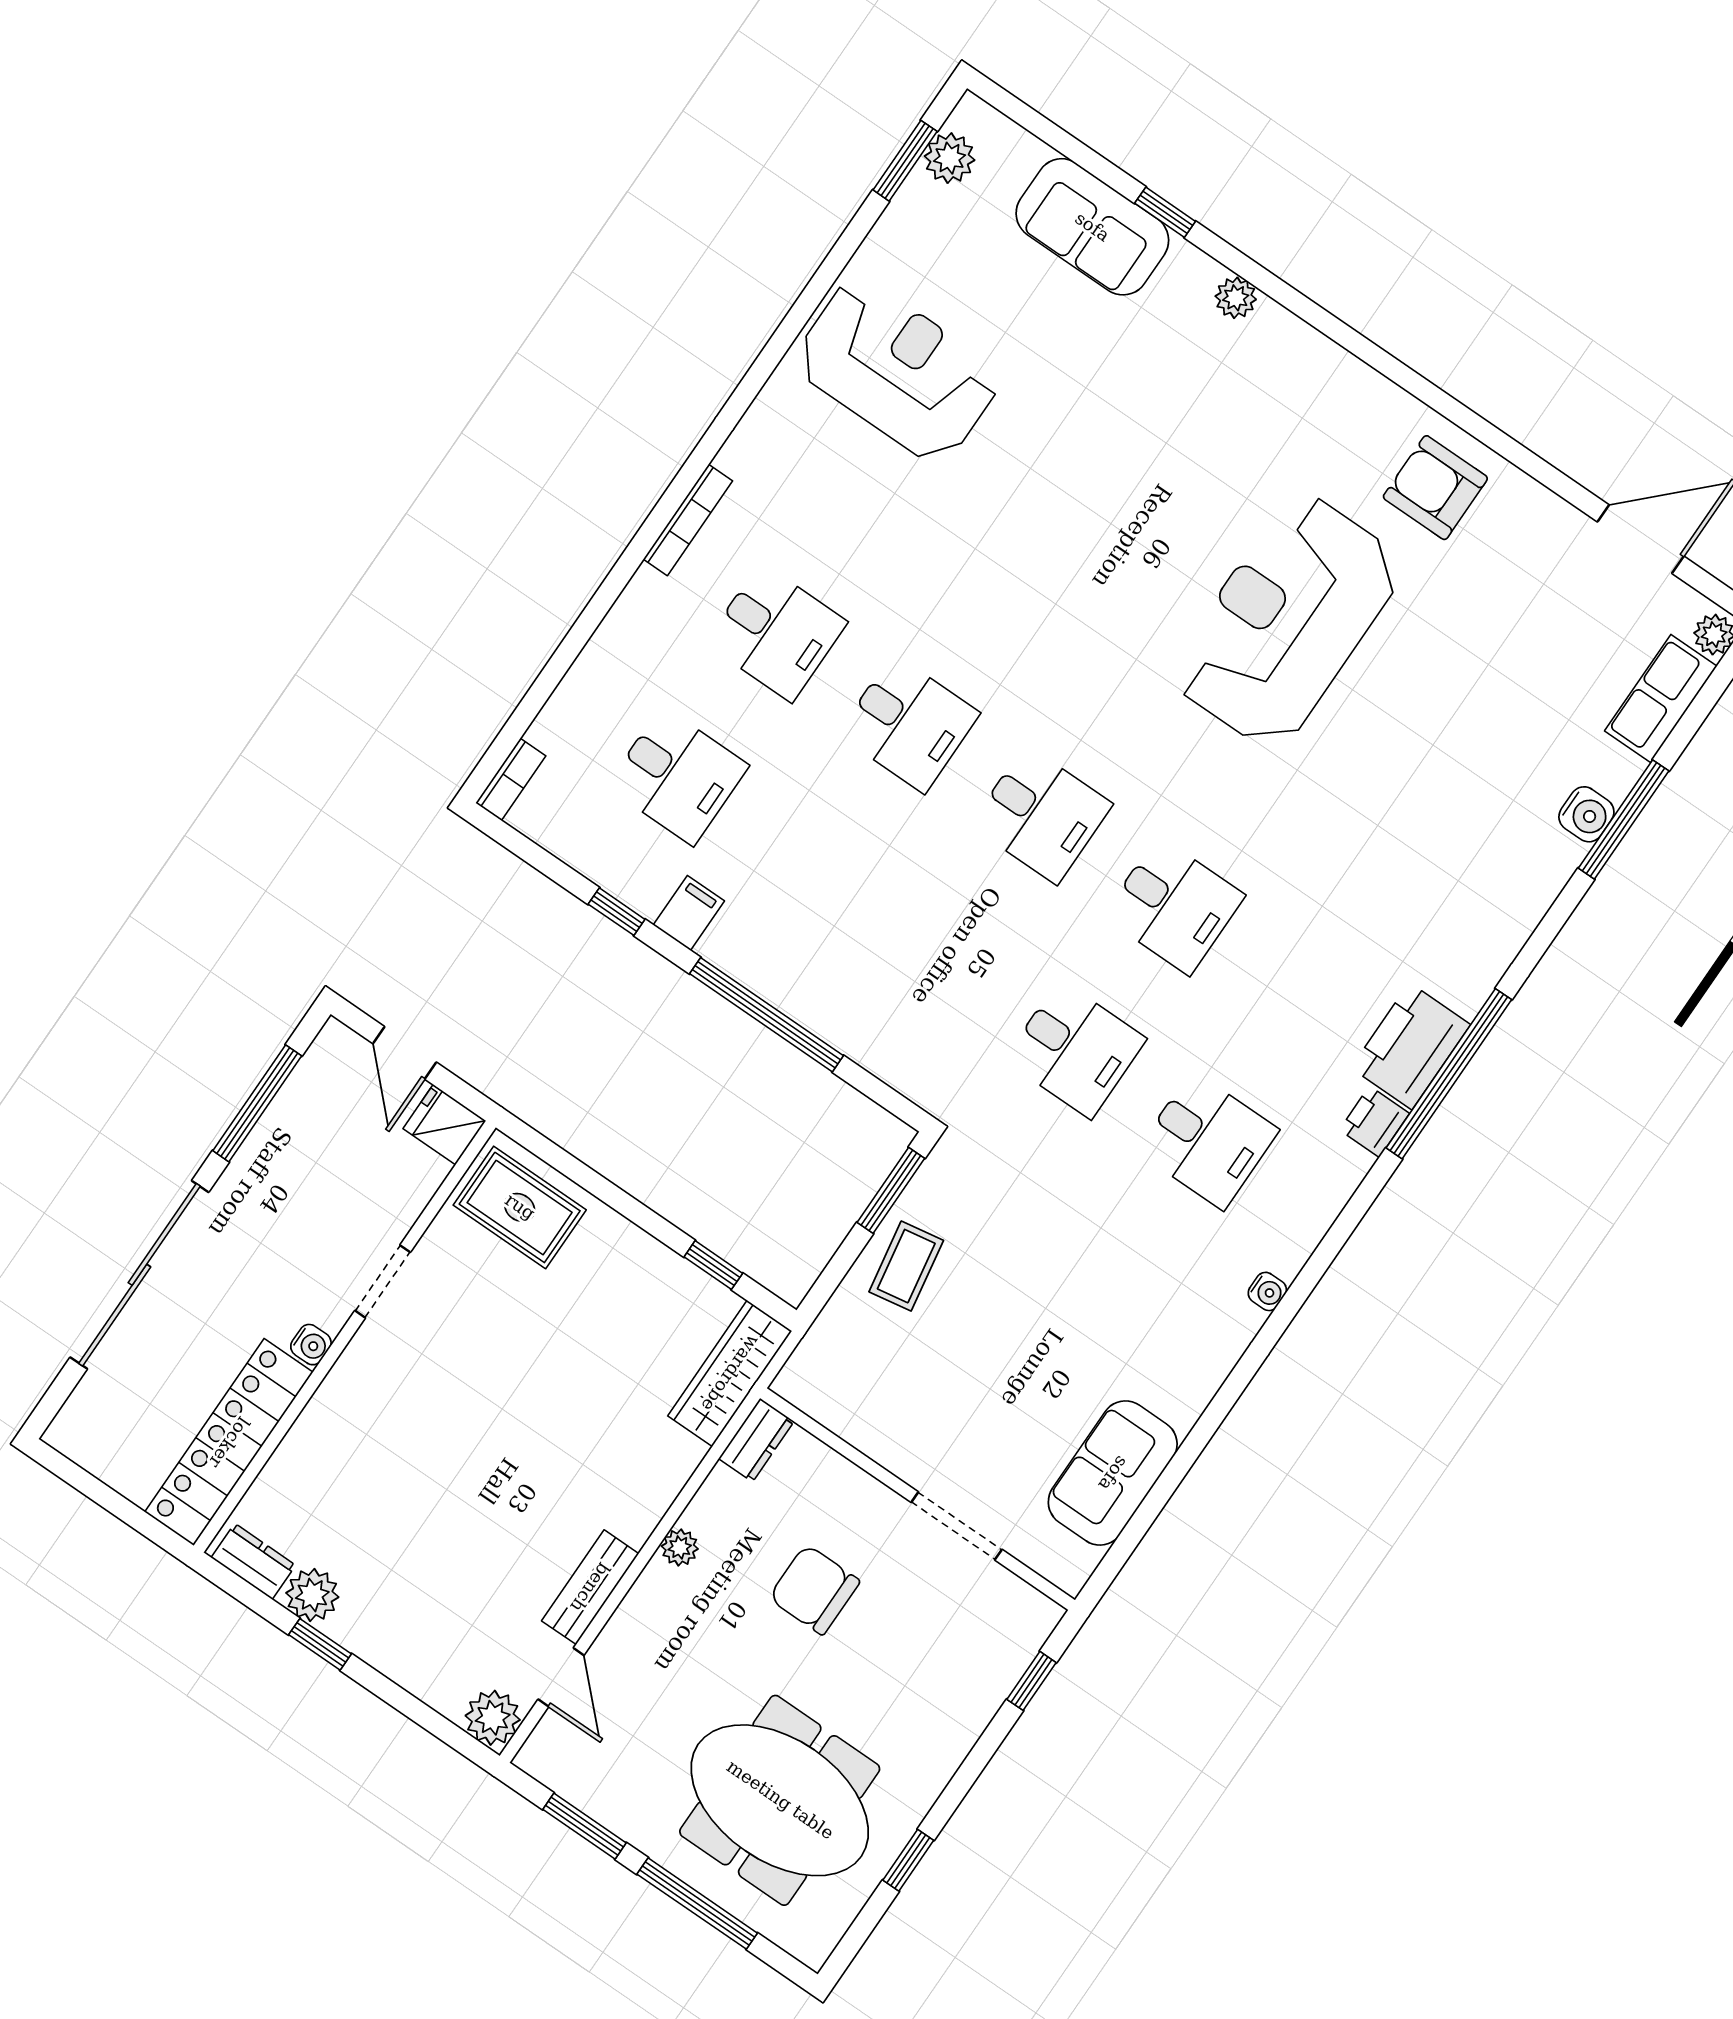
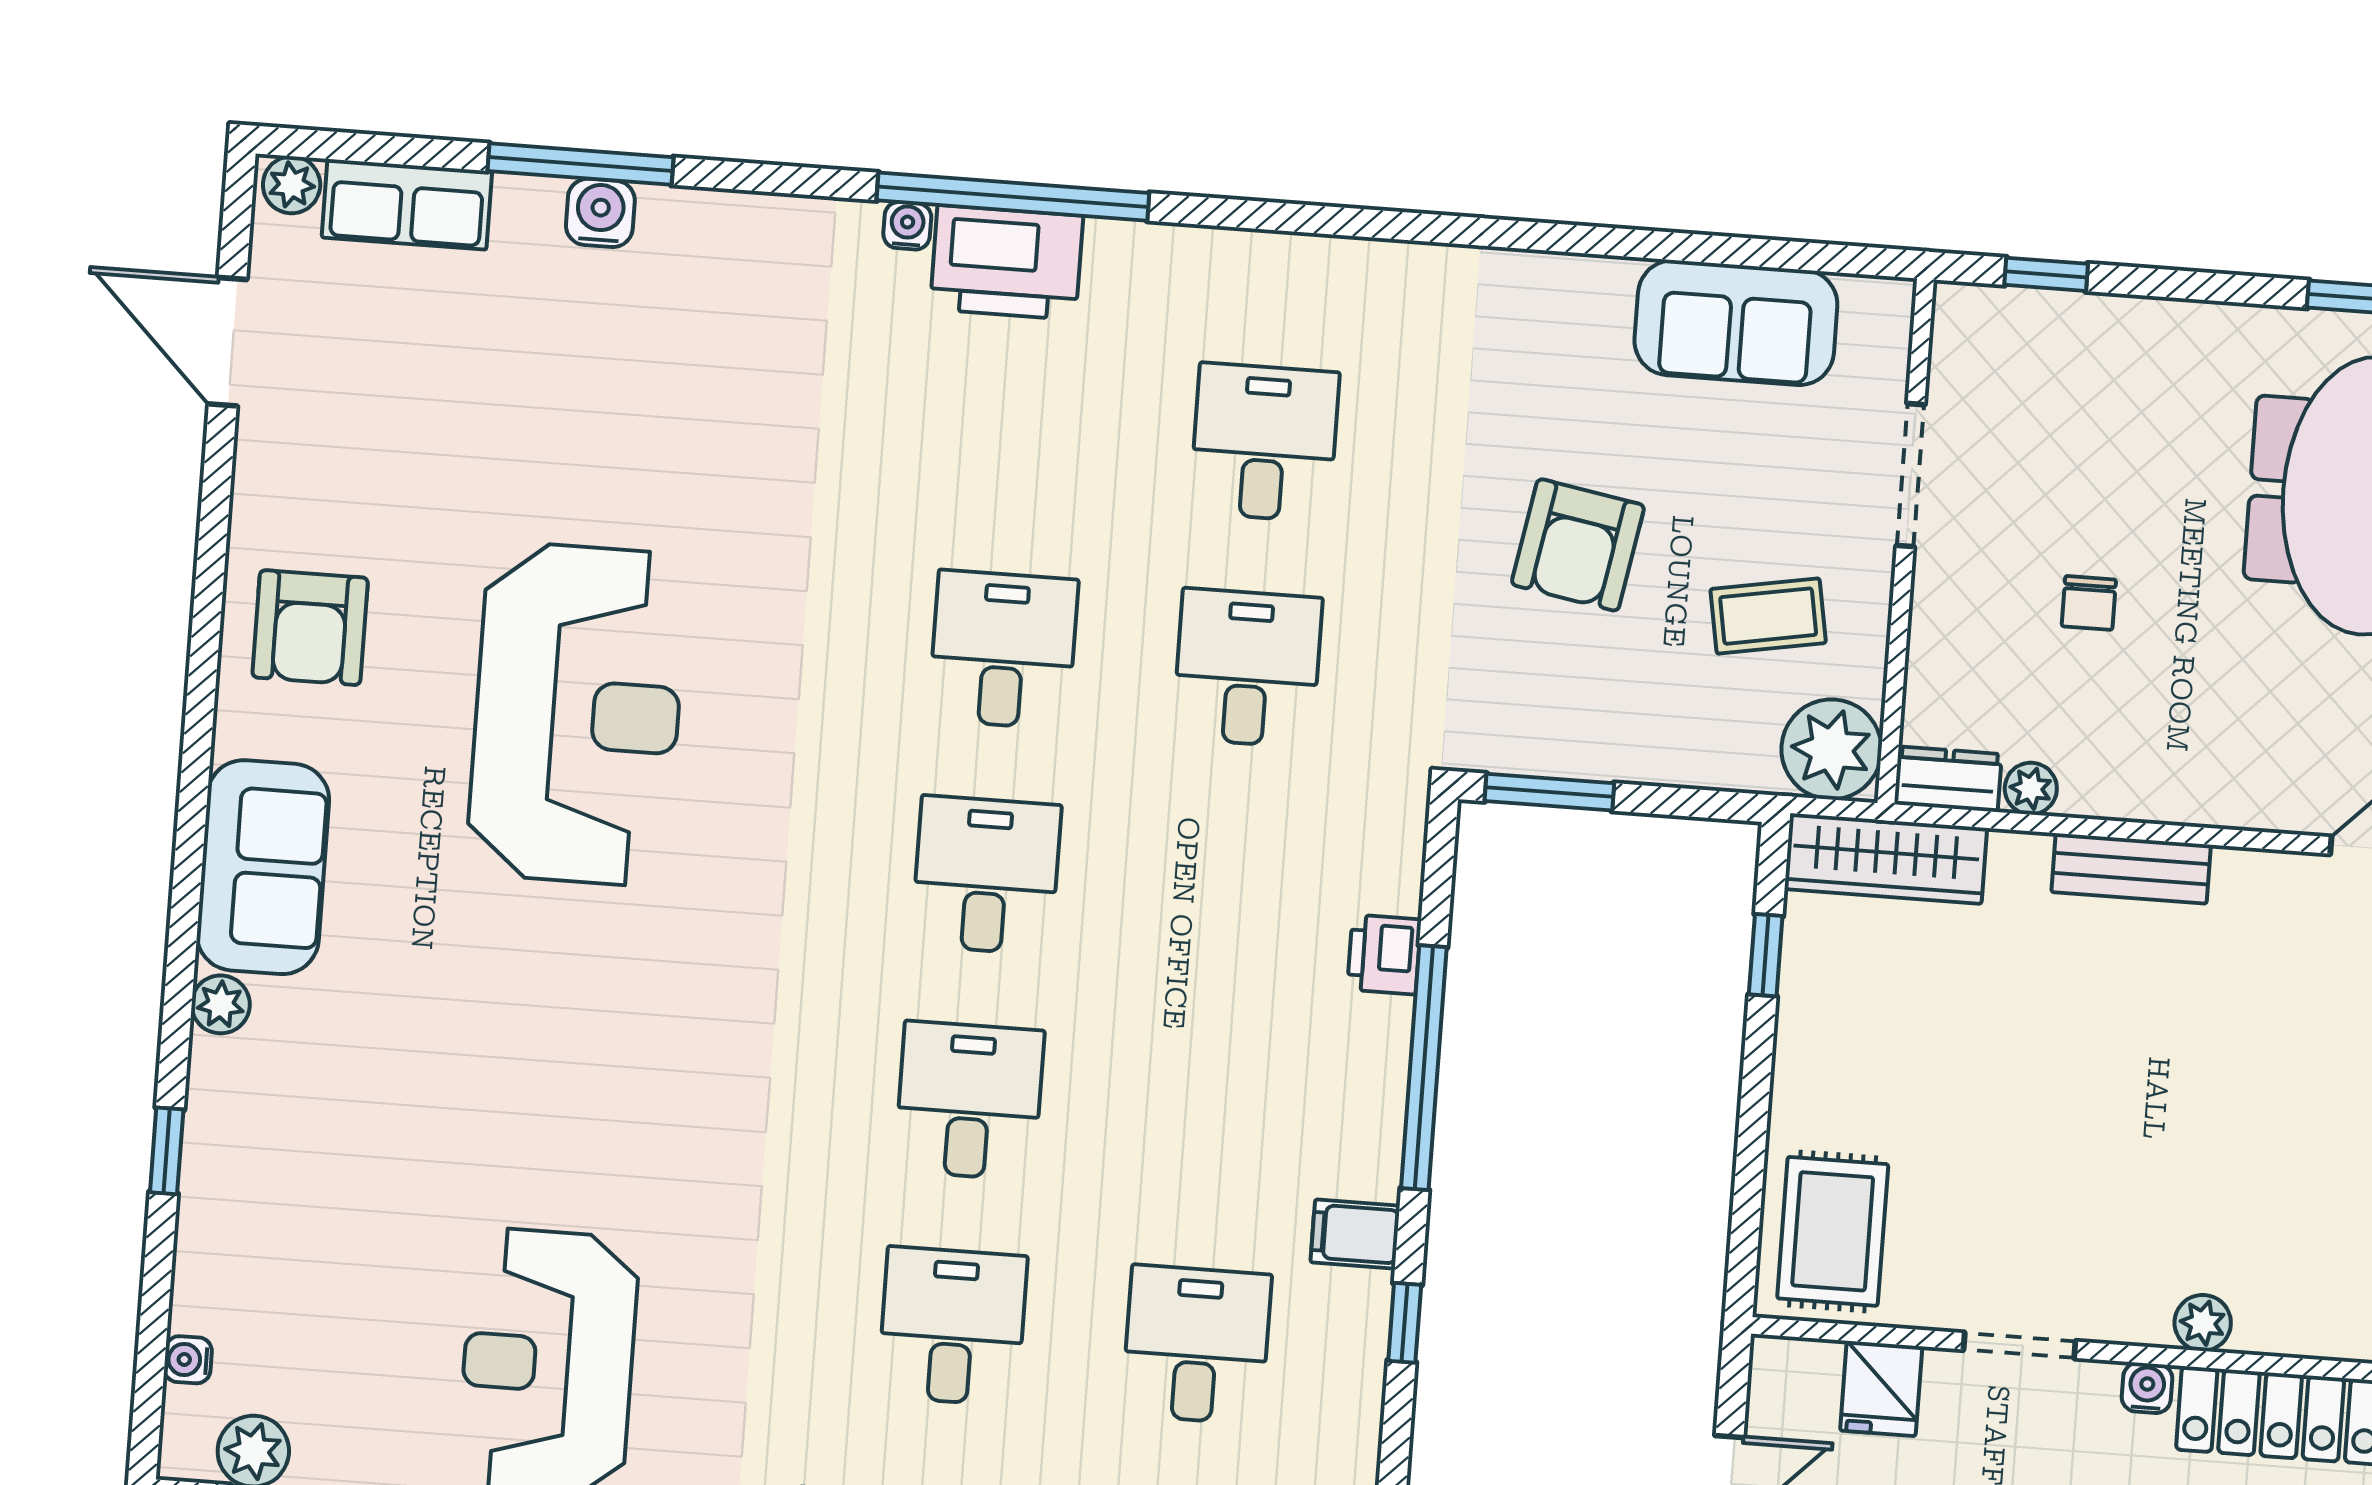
water cooler: (1029, 151) -> (188, 1360), added
sofa: (1092, 227) -> (263, 867), moved
reception desk: (1287, 621) -> (577, 714), turned -90
printer: (1374, 1122) -> (1384, 955), moved, turned 90
fridge: (444, 1125) -> (1881, 1389), moved
coffee table: (906, 1266) -> (1768, 616), moved
water cooler: (1267, 1291) -> (907, 226), moved
armchair: (1033, 1296) -> (1578, 545), added
plant: (816, 1379) -> (1832, 749), added
plant: (331, 1402) -> (2203, 1323), added
plant: (680, 1547) -> (2031, 789), moved
bench: (590, 1587) -> (2131, 868), moved
chair: (814, 1590) -> (2089, 603), width x0.54, depth x0.54

